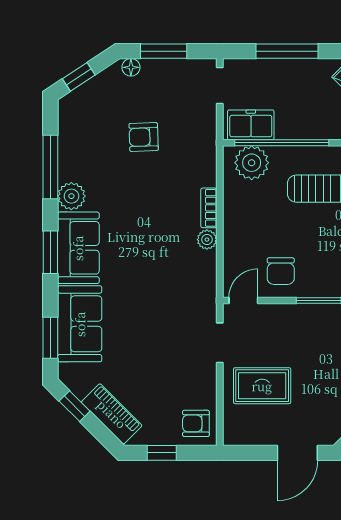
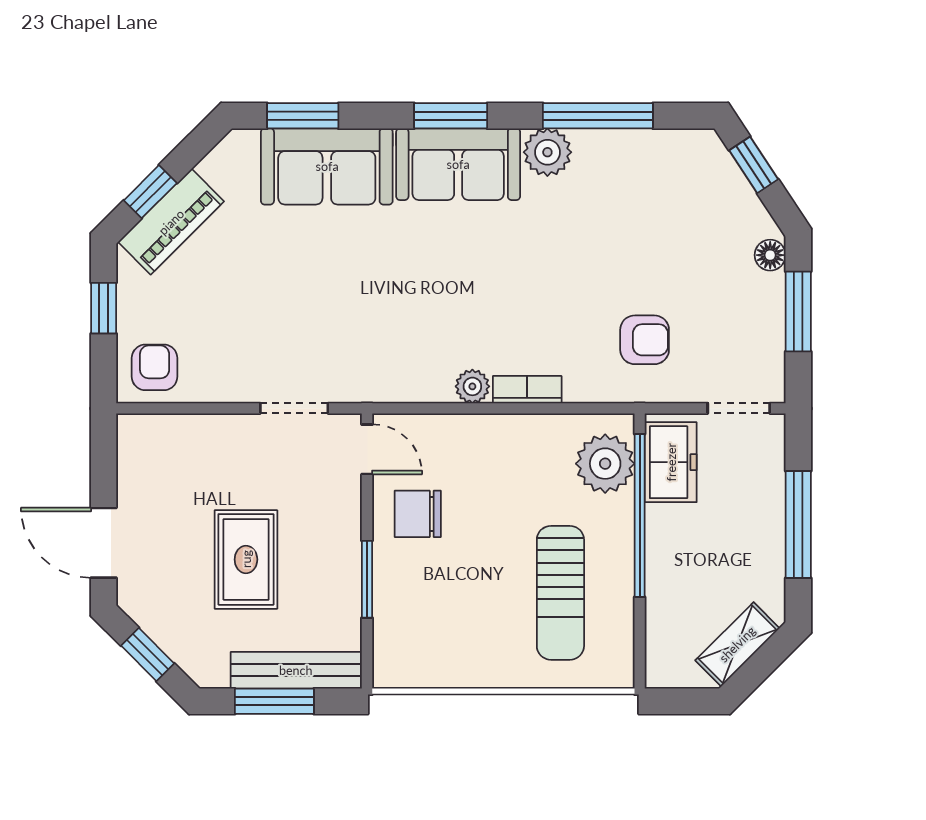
armchair: (144, 137) -> (645, 340), moved, turned 92
rug: (262, 386) -> (246, 559), moved
window: (75, 406) -> (150, 192), moved

